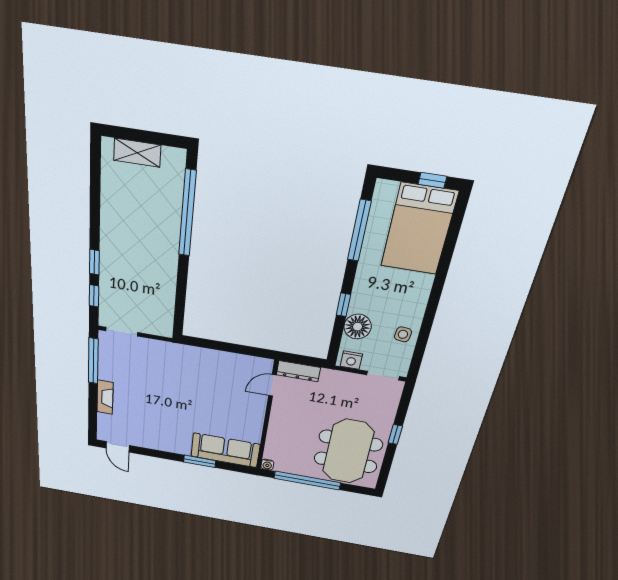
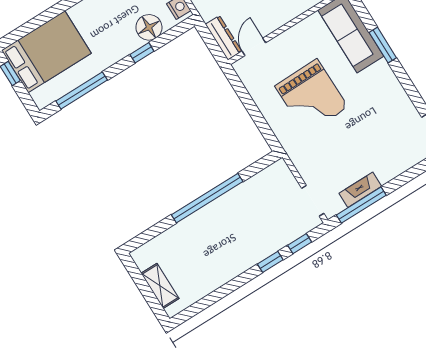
window: (187, 213) -> (207, 198), moved
door: (272, 385) -> (254, 47), swing flipped
grand piano: (202, 392) -> (311, 97), added
fireplace: (105, 397) -> (360, 190), moved

